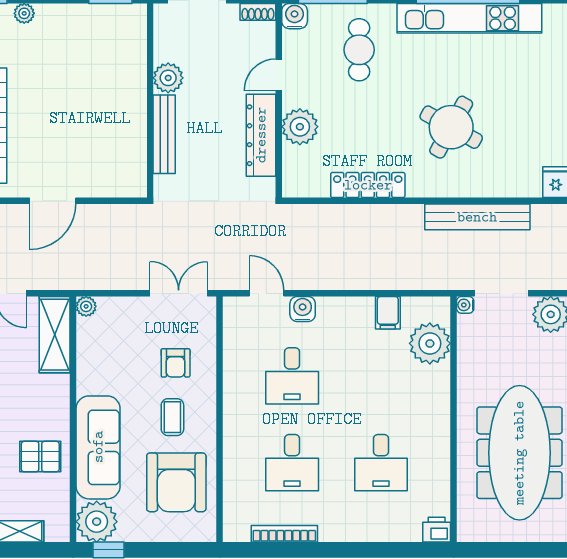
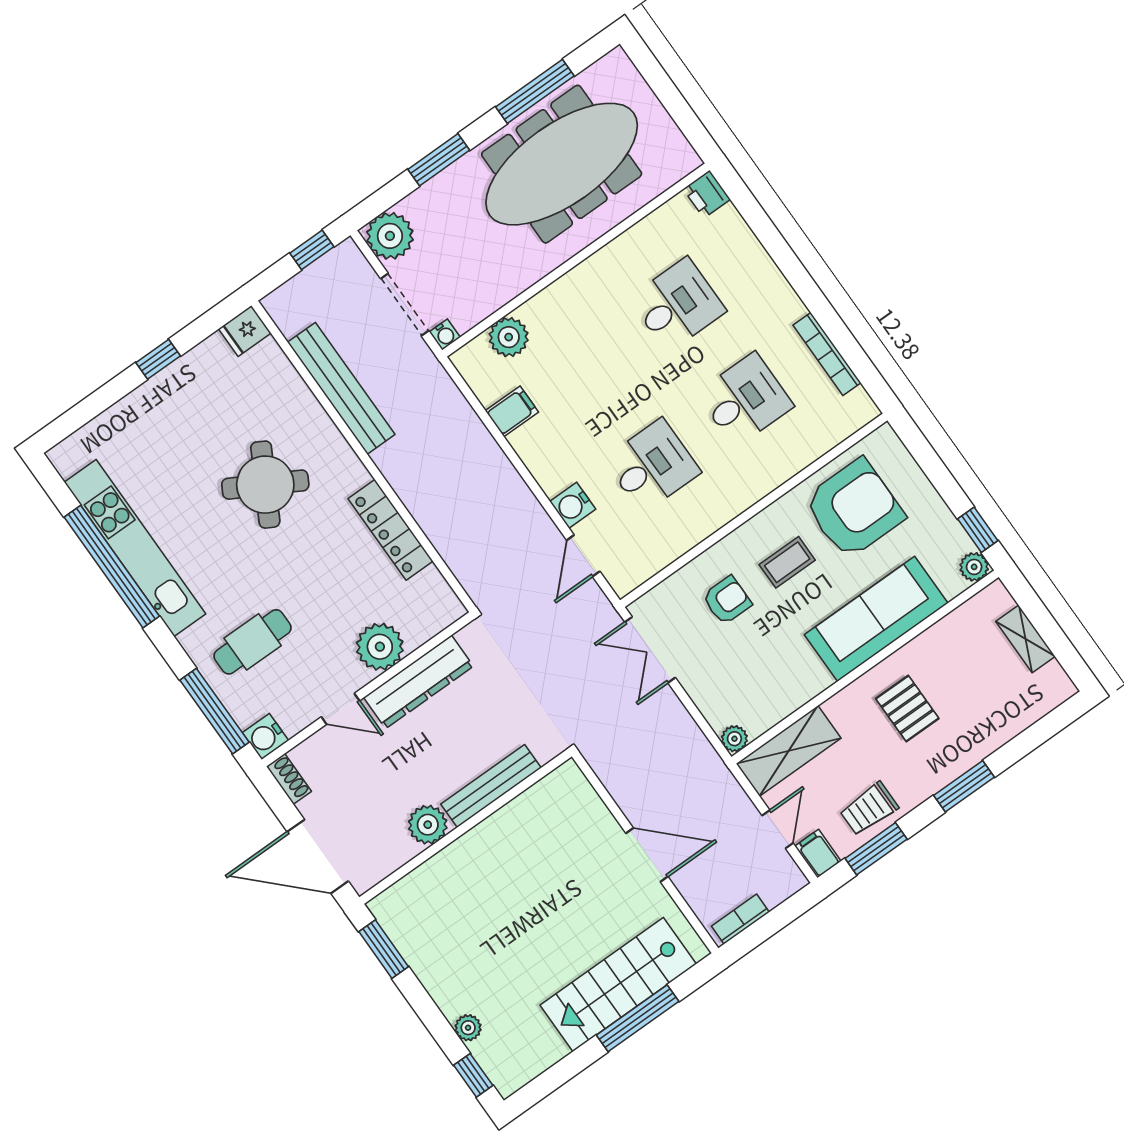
plant: (430, 343) -> (509, 337), width x0.73, depth x0.73
pallet: (40, 457) -> (907, 708), moved
plant: (97, 522) -> (974, 567), width x0.53, depth x0.53

